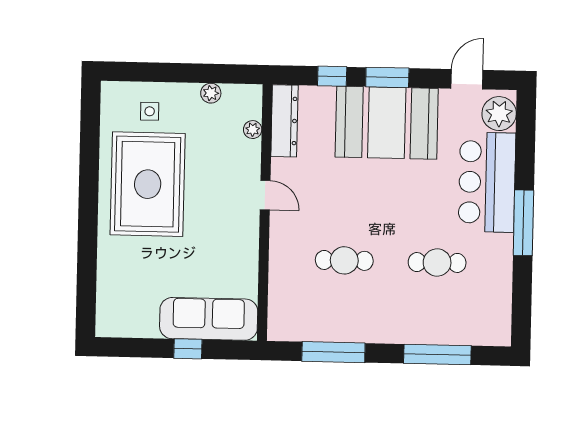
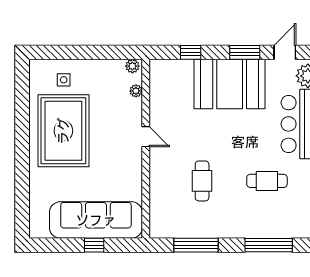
window: (387, 77) -> (245, 52), moved
plant: (211, 93) -> (132, 66), moved
dresser: (284, 121) -> (158, 84), removed
cafe table: (344, 260) -> (202, 181), turned 90
sofa: (209, 319) -> (96, 220), width x1.36, depth x1.27

